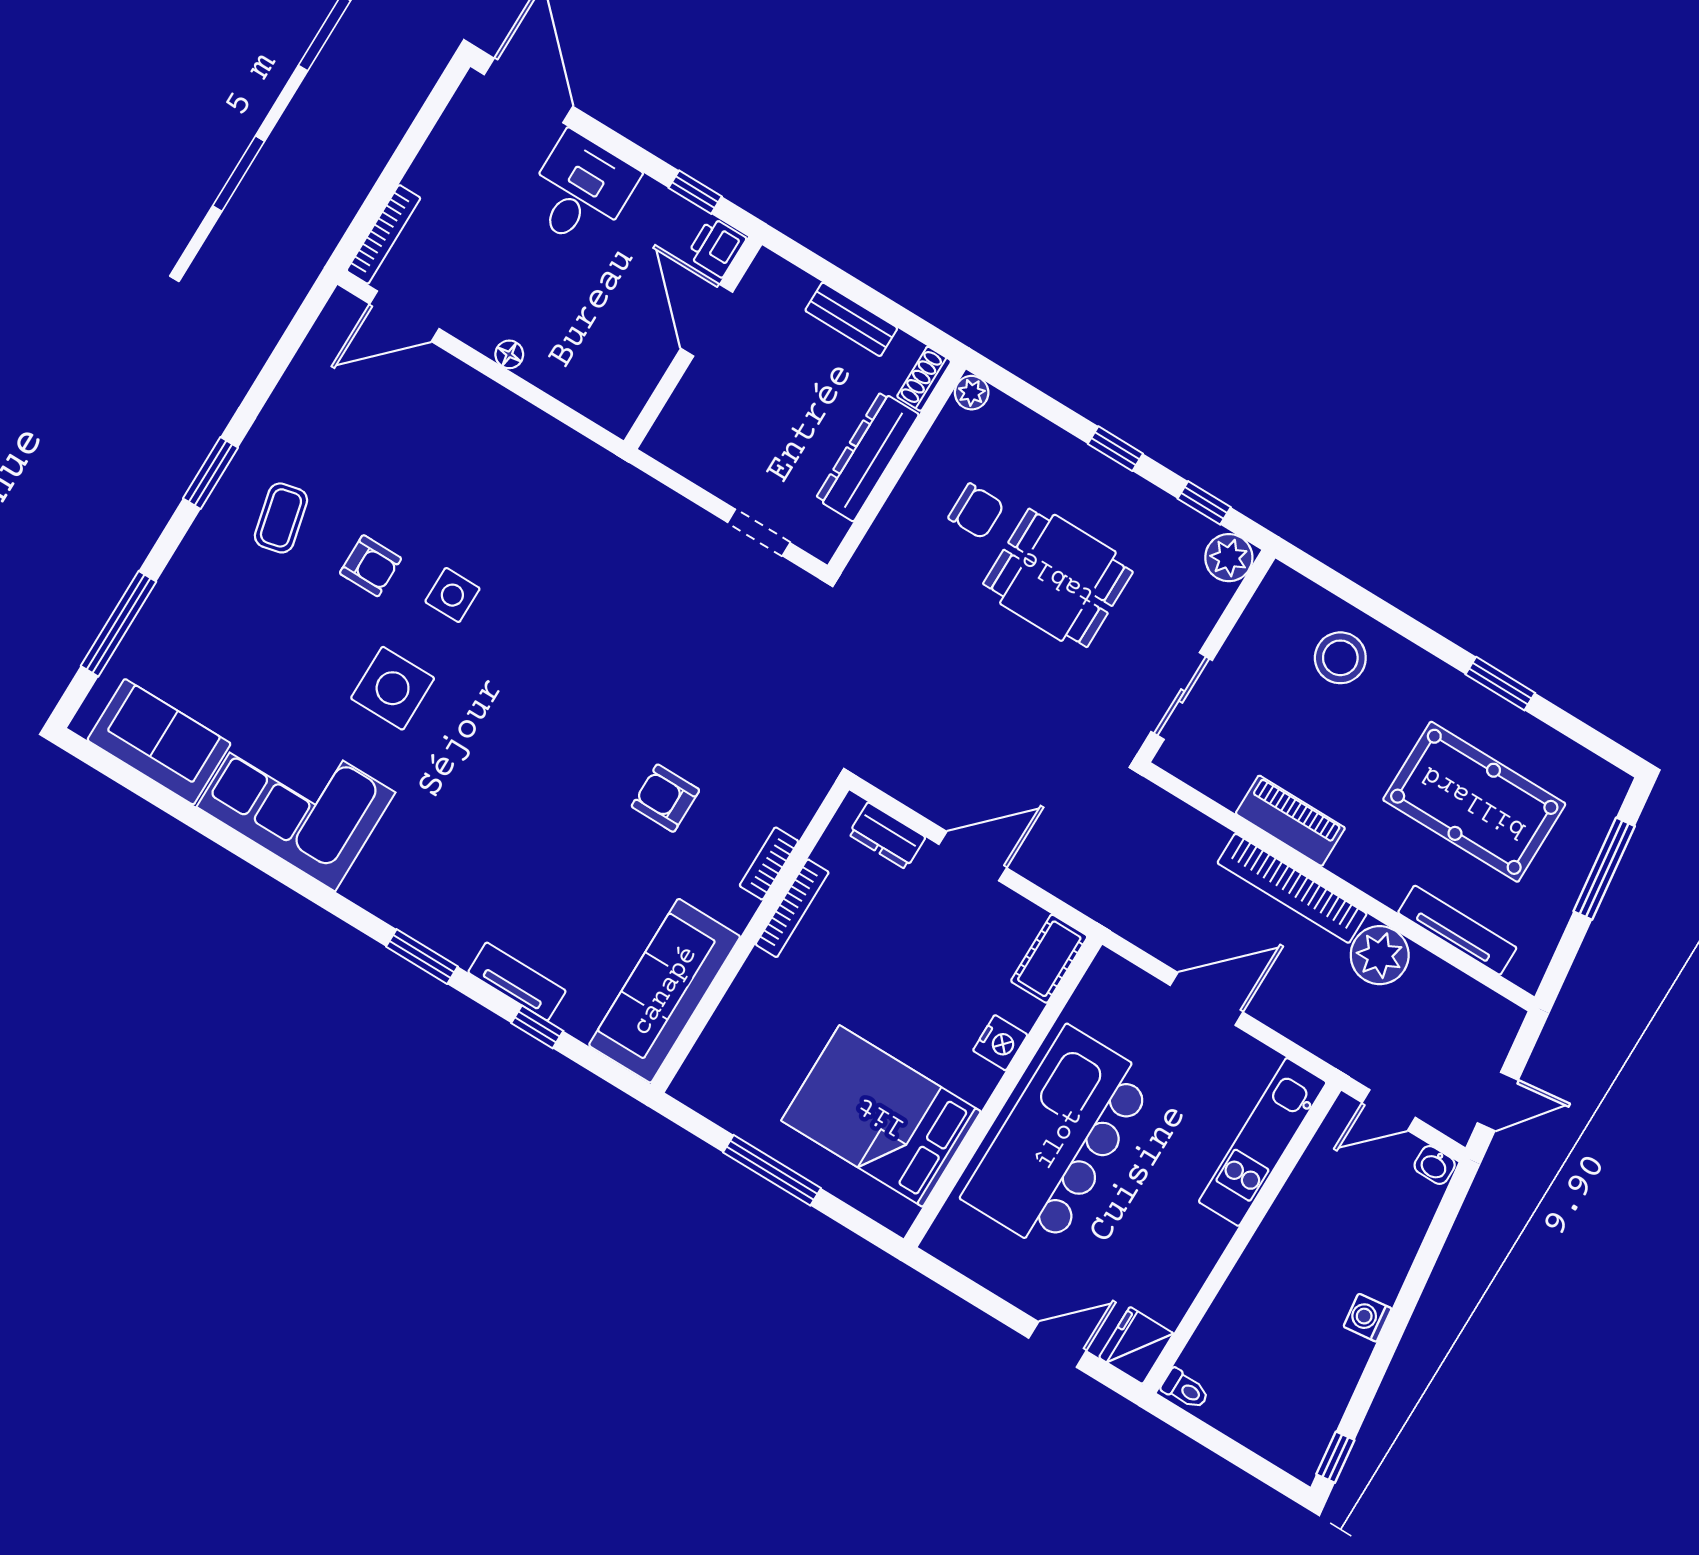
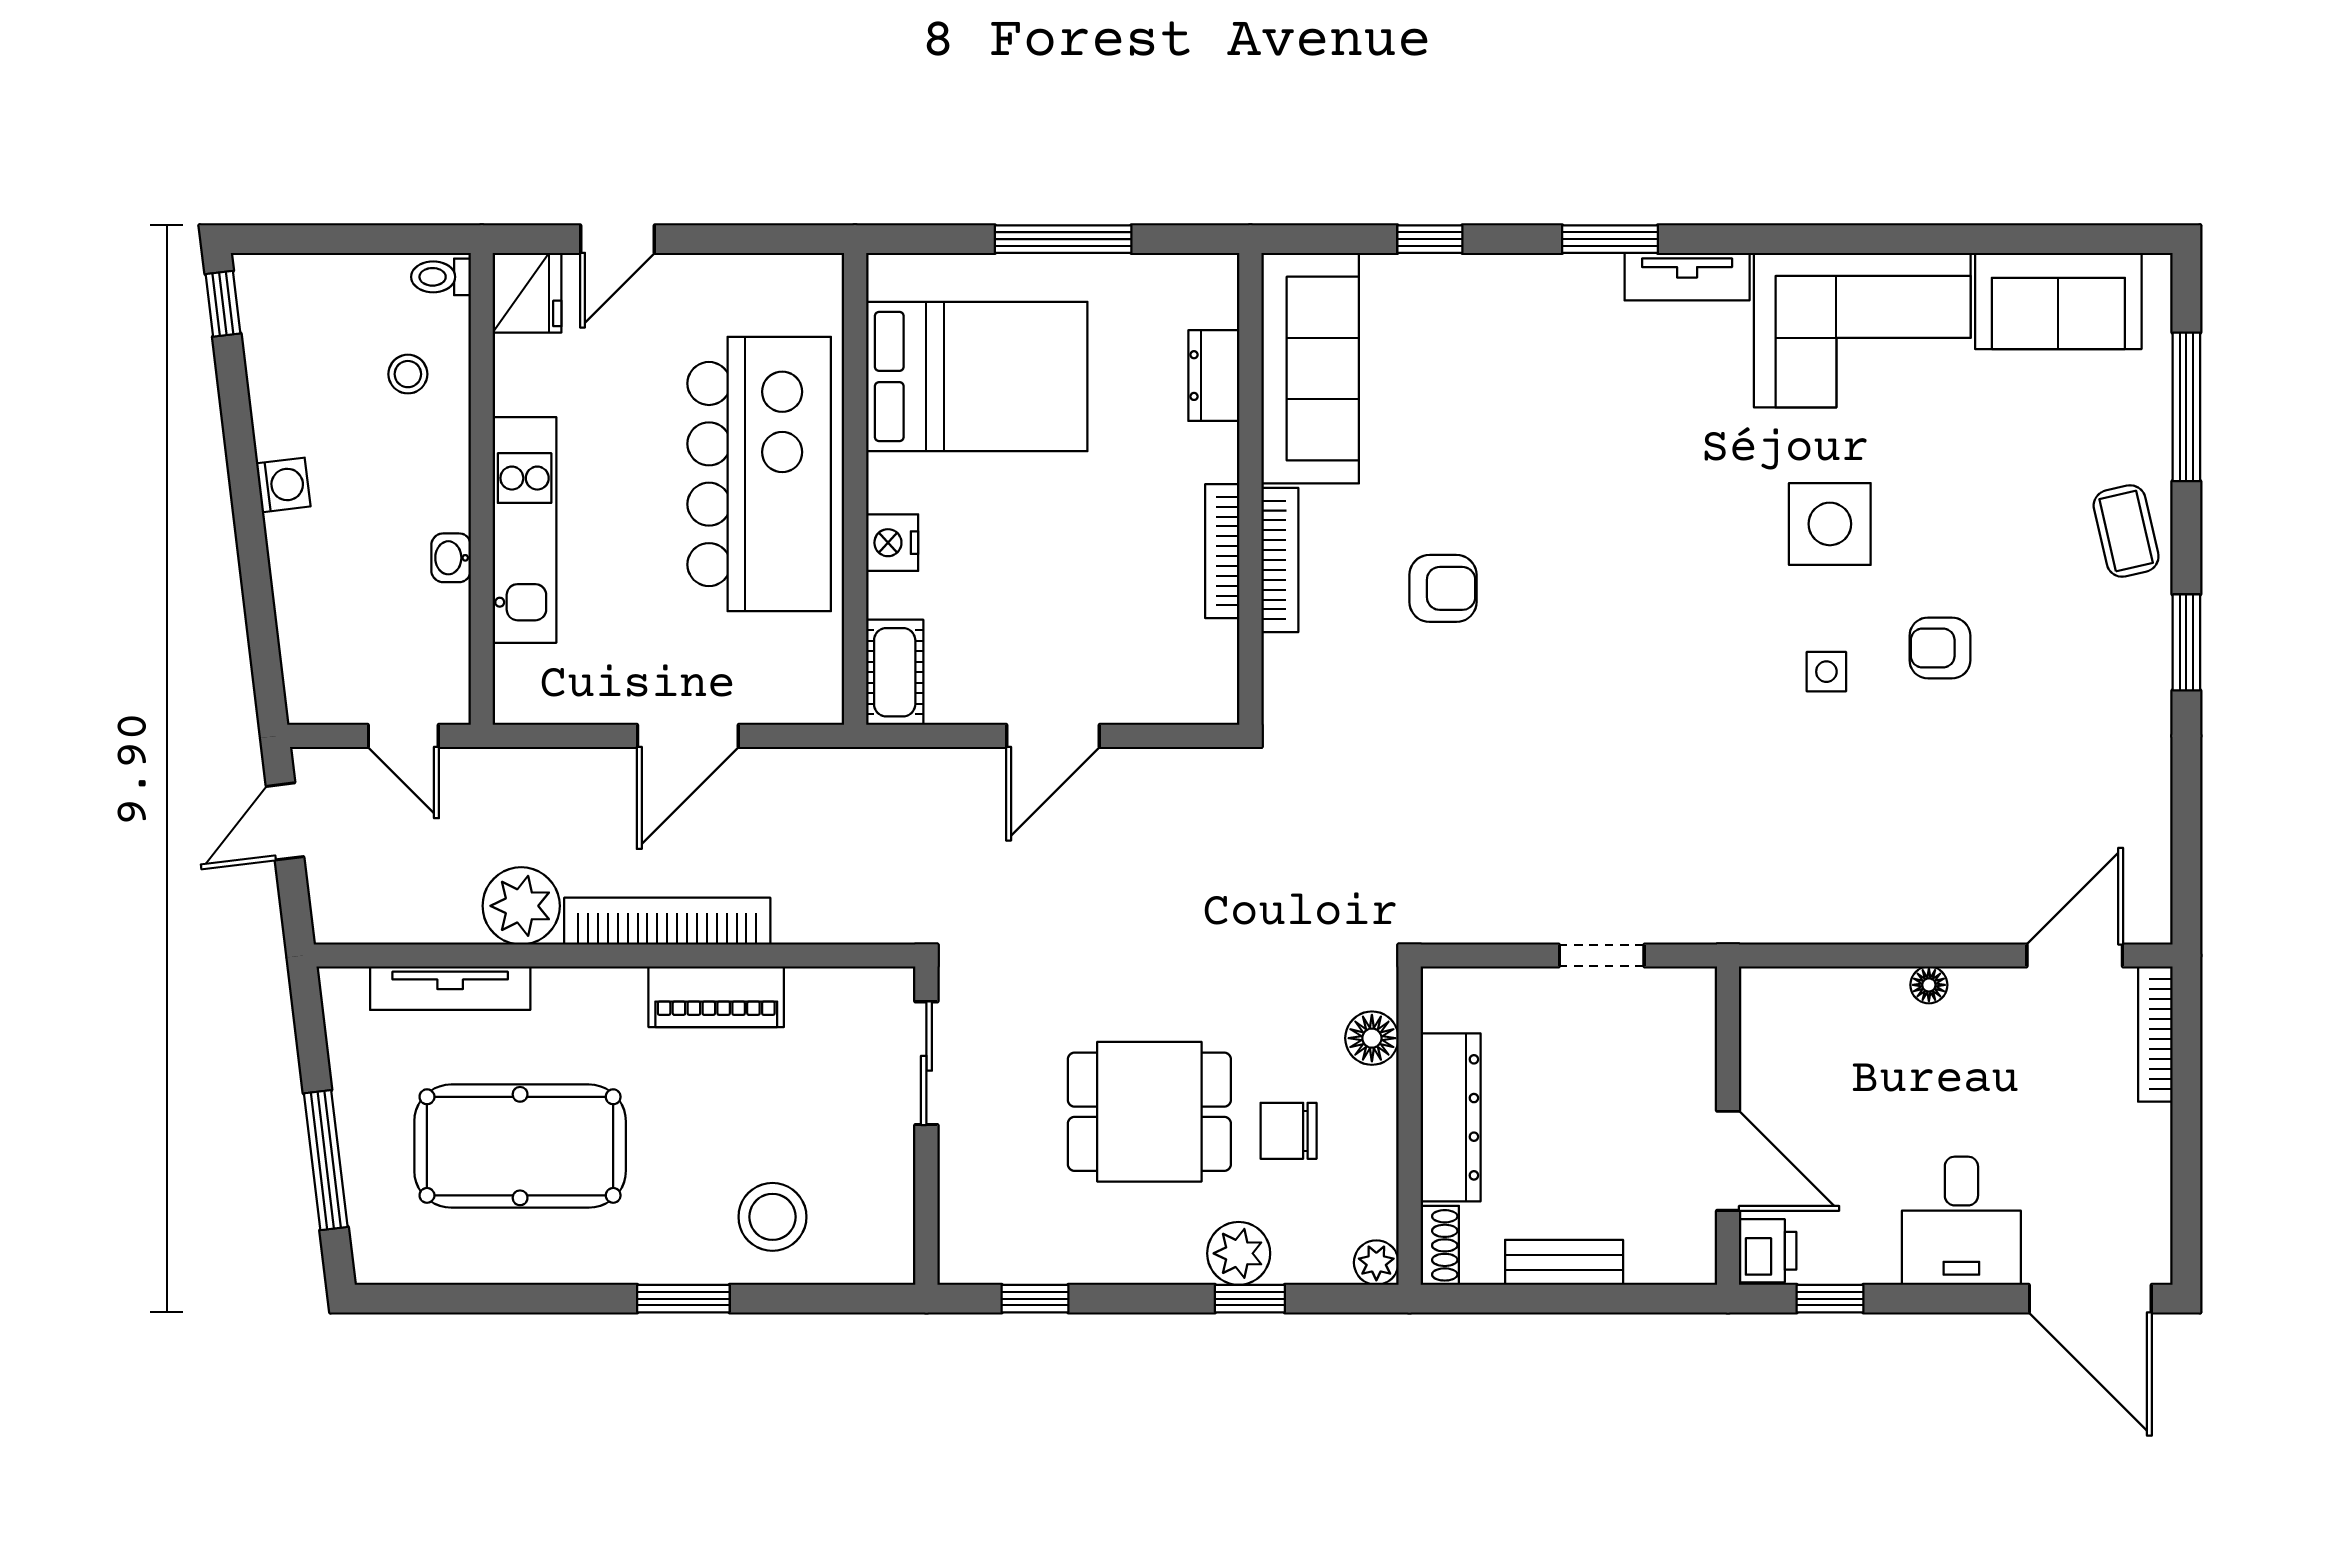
window: (1115, 449) -> (1250, 1299), moved
coffee table: (281, 518) -> (2126, 531), moved
doorway: (759, 533) -> (1602, 955), moved
floor lamp: (887, 538) -> (1372, 1038), added
plant: (1229, 558) -> (1239, 1253), moved
side table: (452, 595) -> (1826, 672), width x0.73, depth x0.73
window: (1500, 684) -> (683, 1299), moved
dresser: (887, 836) -> (1214, 376), moved, turned -90
bookcase: (769, 863) -> (1280, 560), width x1.56
tv unit: (517, 982) -> (1687, 277), moved
door: (1389, 1110) -> (403, 736), swing flipped
kitchen unit: (1263, 1142) -> (525, 530), moved
washbasin: (1435, 1165) -> (451, 558), moved, turned -90
stool: (1244, 1340) -> (408, 374), added

